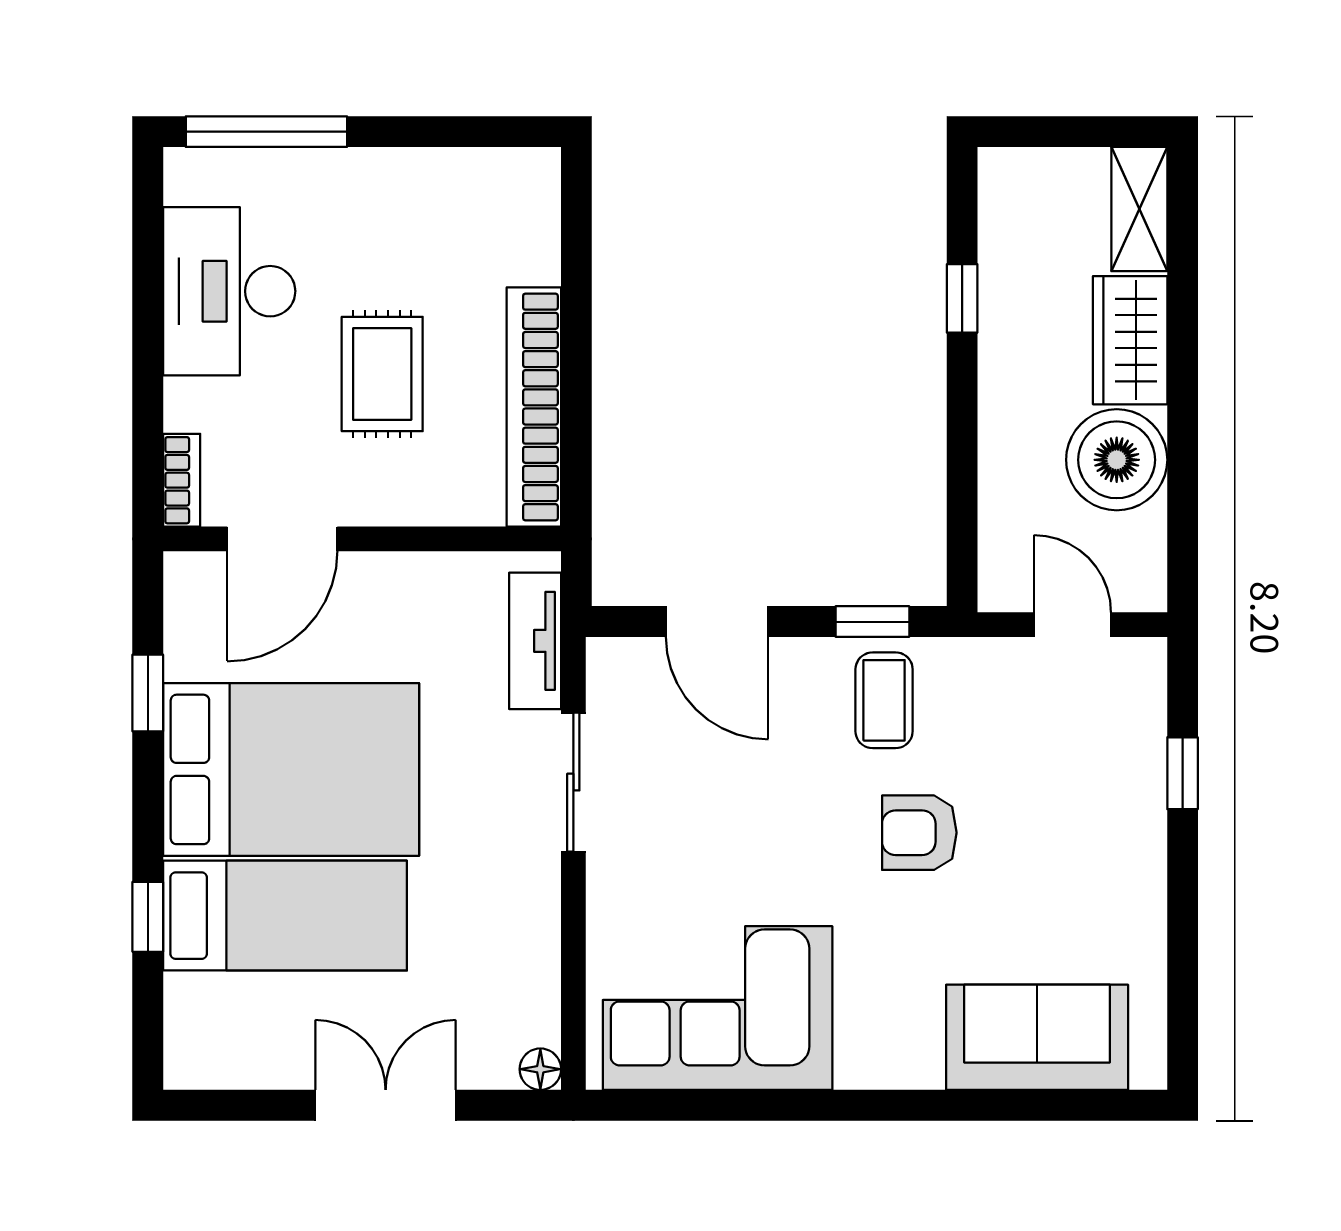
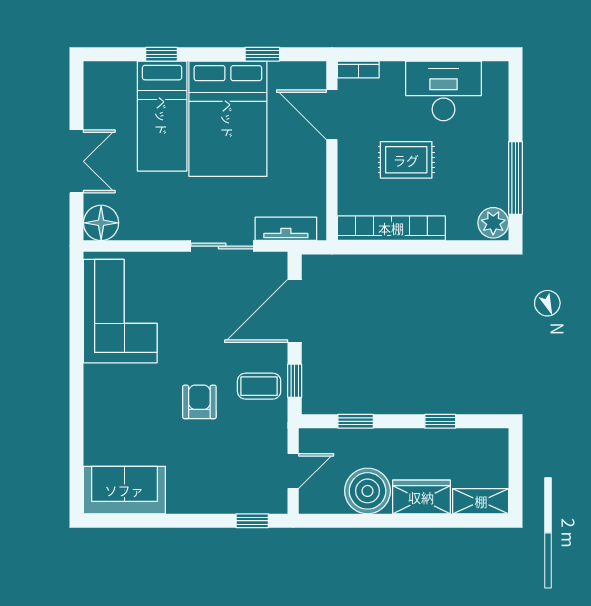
window: (266, 132) -> (515, 178), moved
plant: (522, 181) -> (493, 223), added
window: (962, 486) -> (356, 421), added
door: (717, 622) -> (295, 311), width x1.36
window: (1183, 773) -> (252, 521), moved
sofa: (1037, 1037) -> (124, 490), moved, turned -90
floor lamp: (540, 1069) -> (101, 223), width x1.89, depth x1.89

